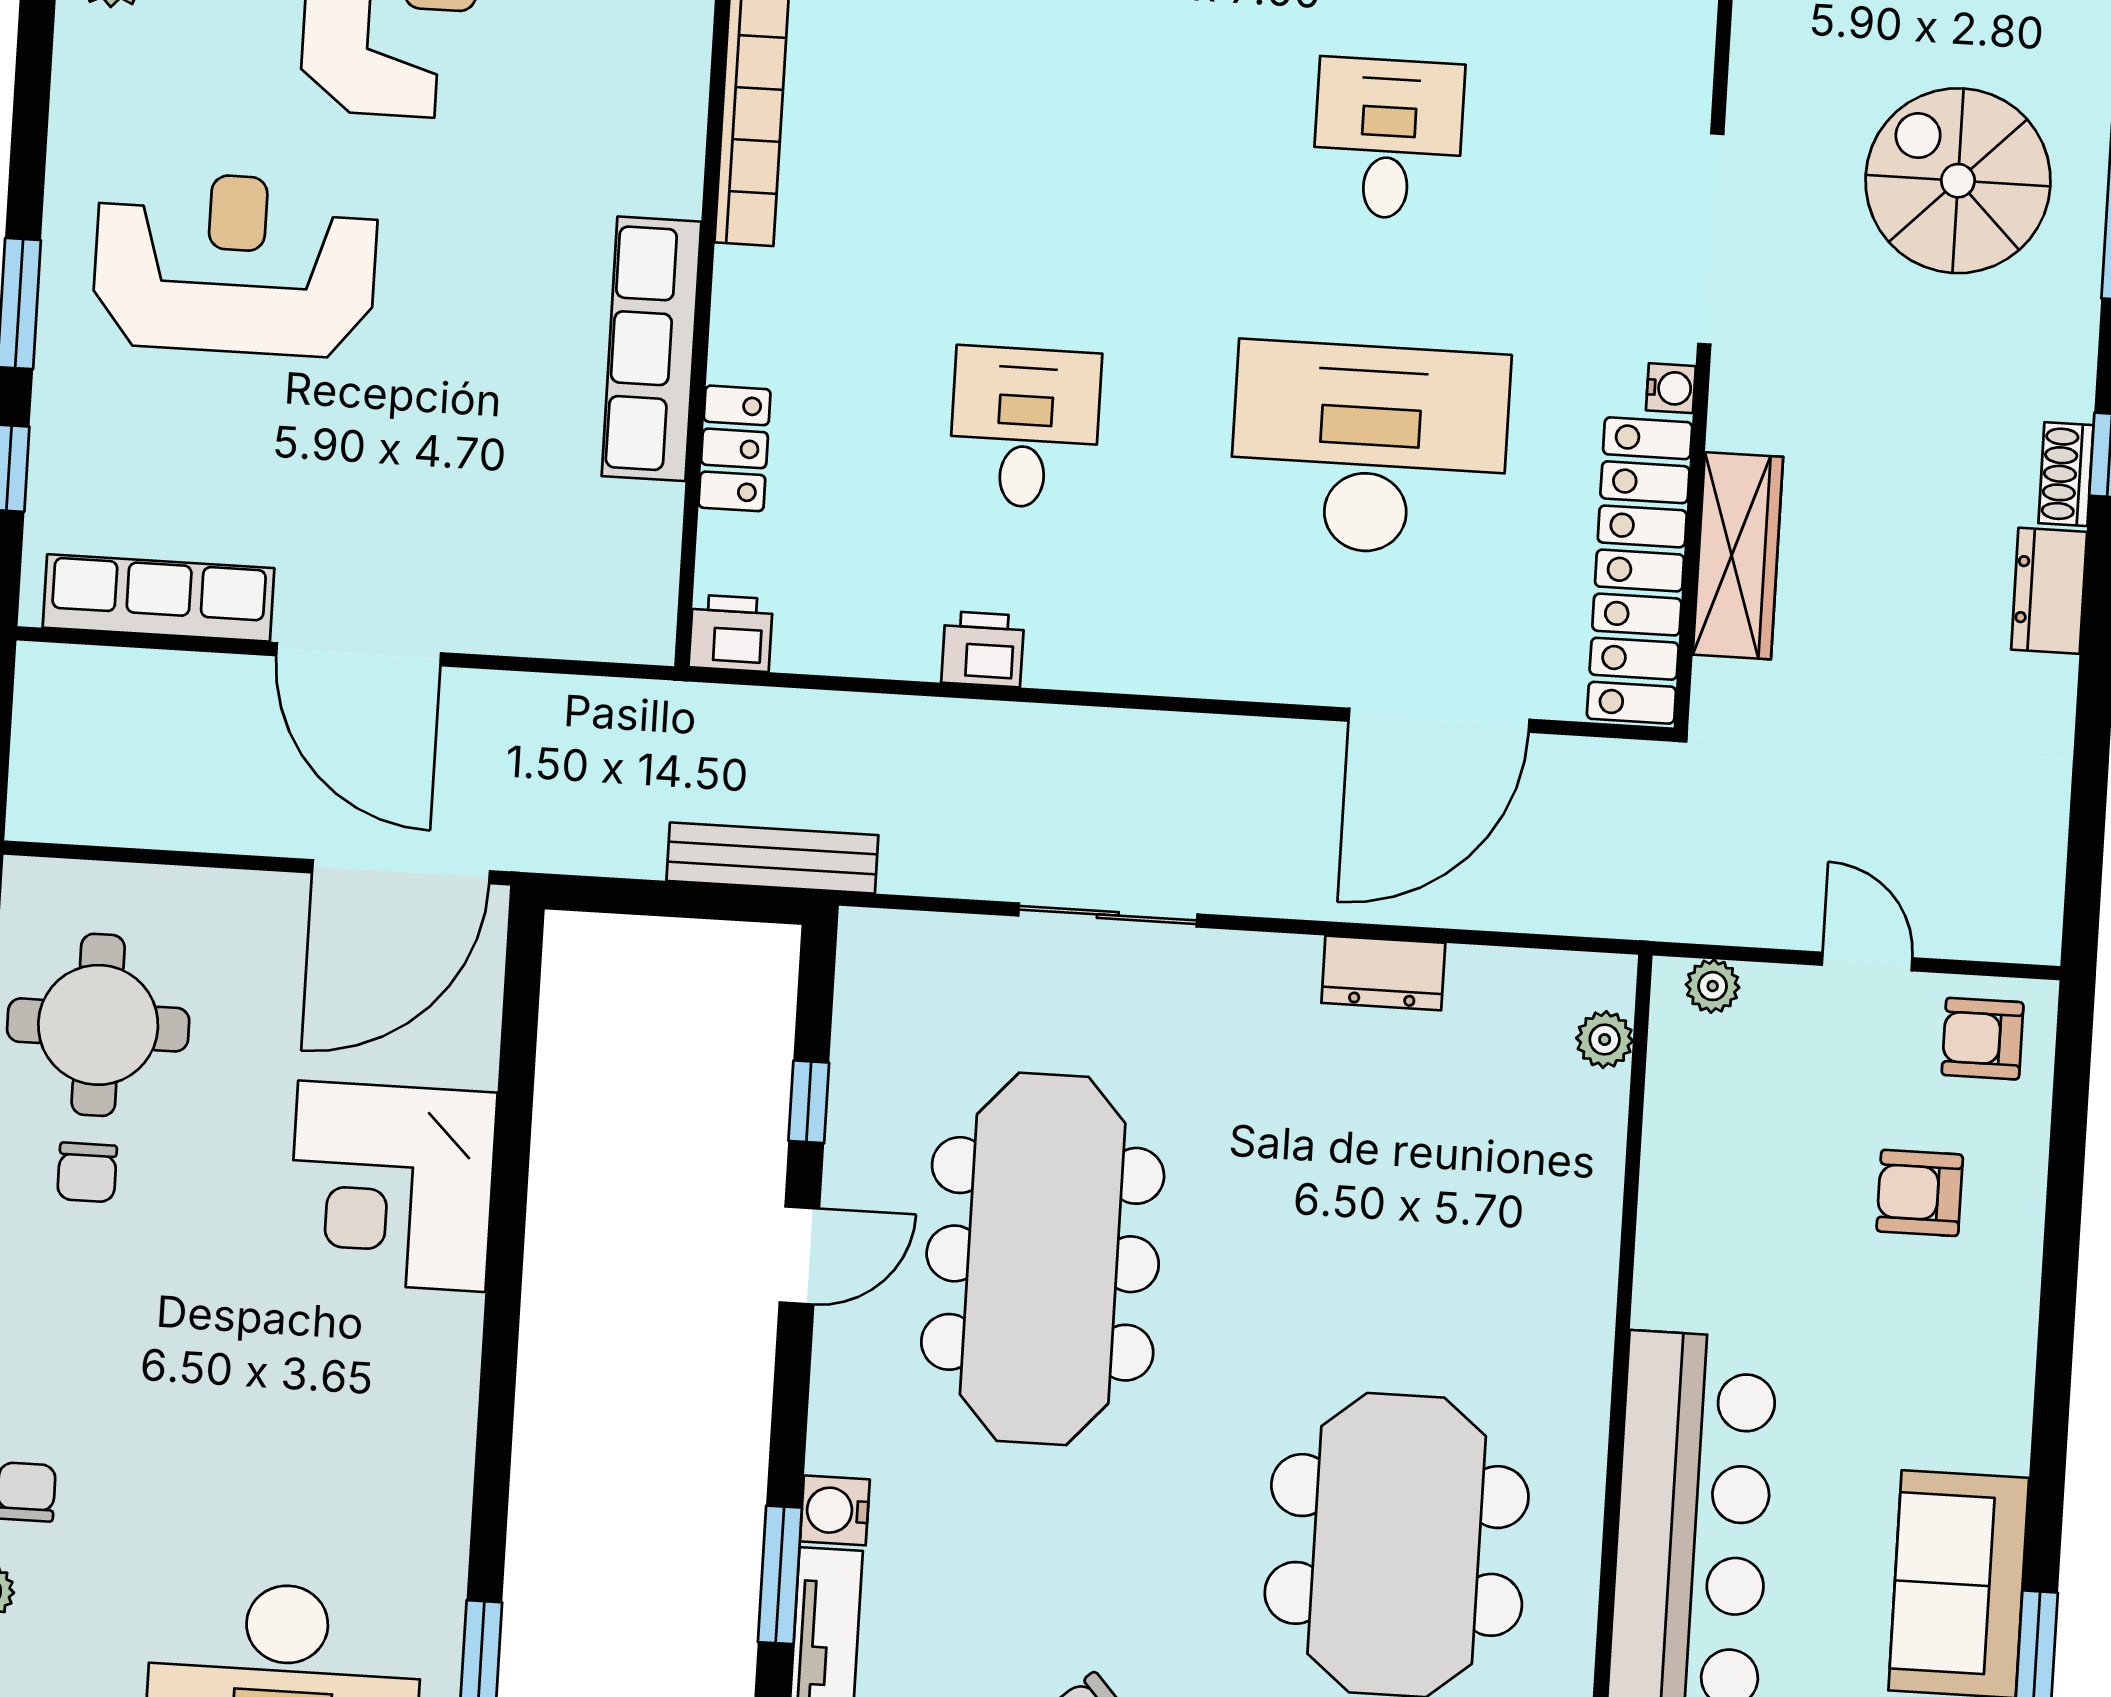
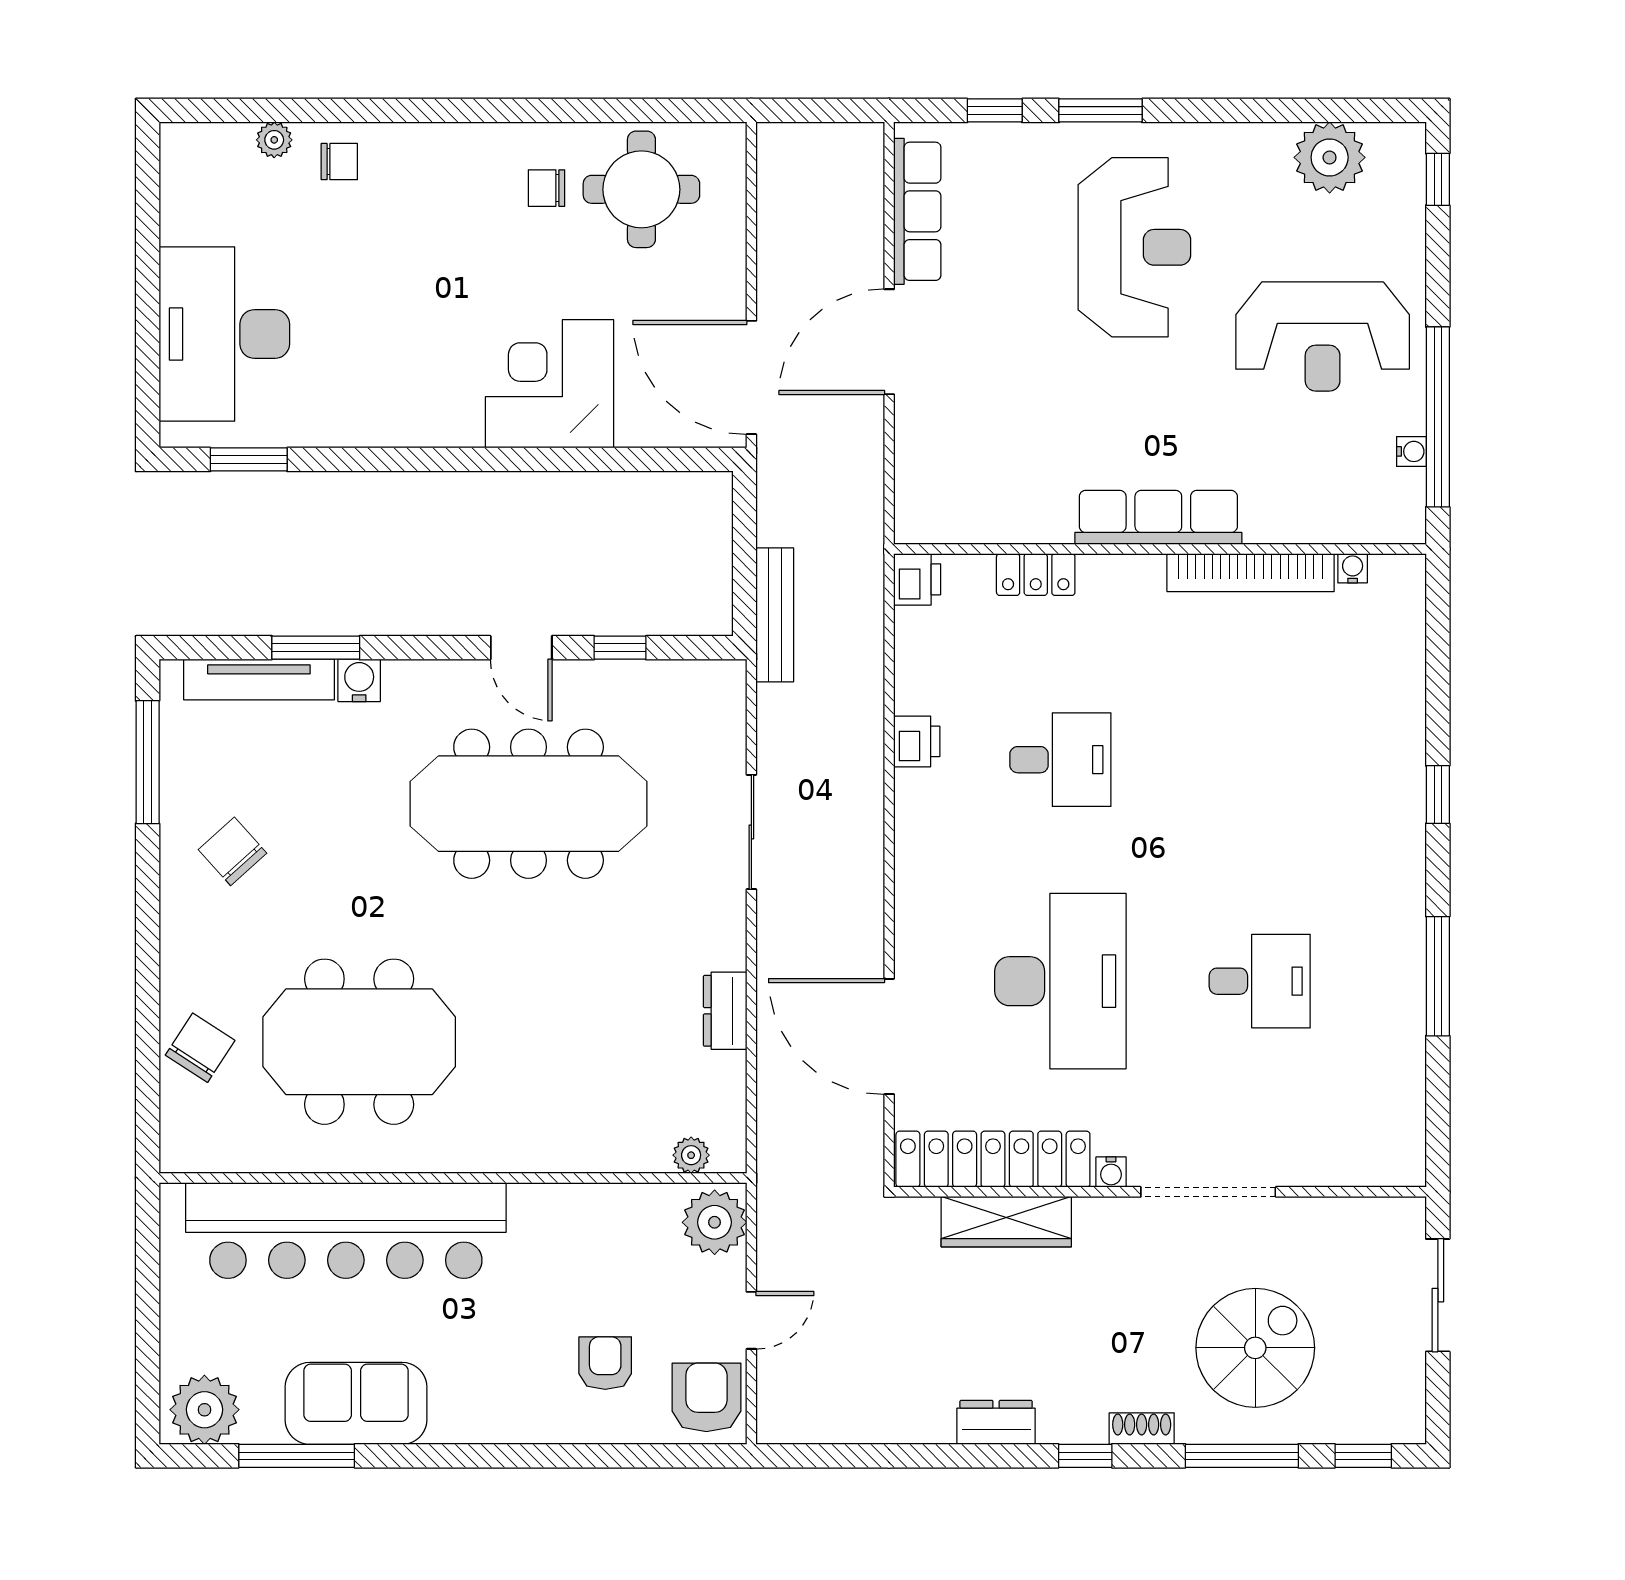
row of seats: (651, 349) -> (1158, 517), moved
shoe rack: (2066, 474) -> (1142, 1429), moved
plant: (1713, 986) -> (715, 1222), width x1.87, depth x1.87
armchair: (1983, 1039) -> (706, 1397), width x1.38, depth x1.38

